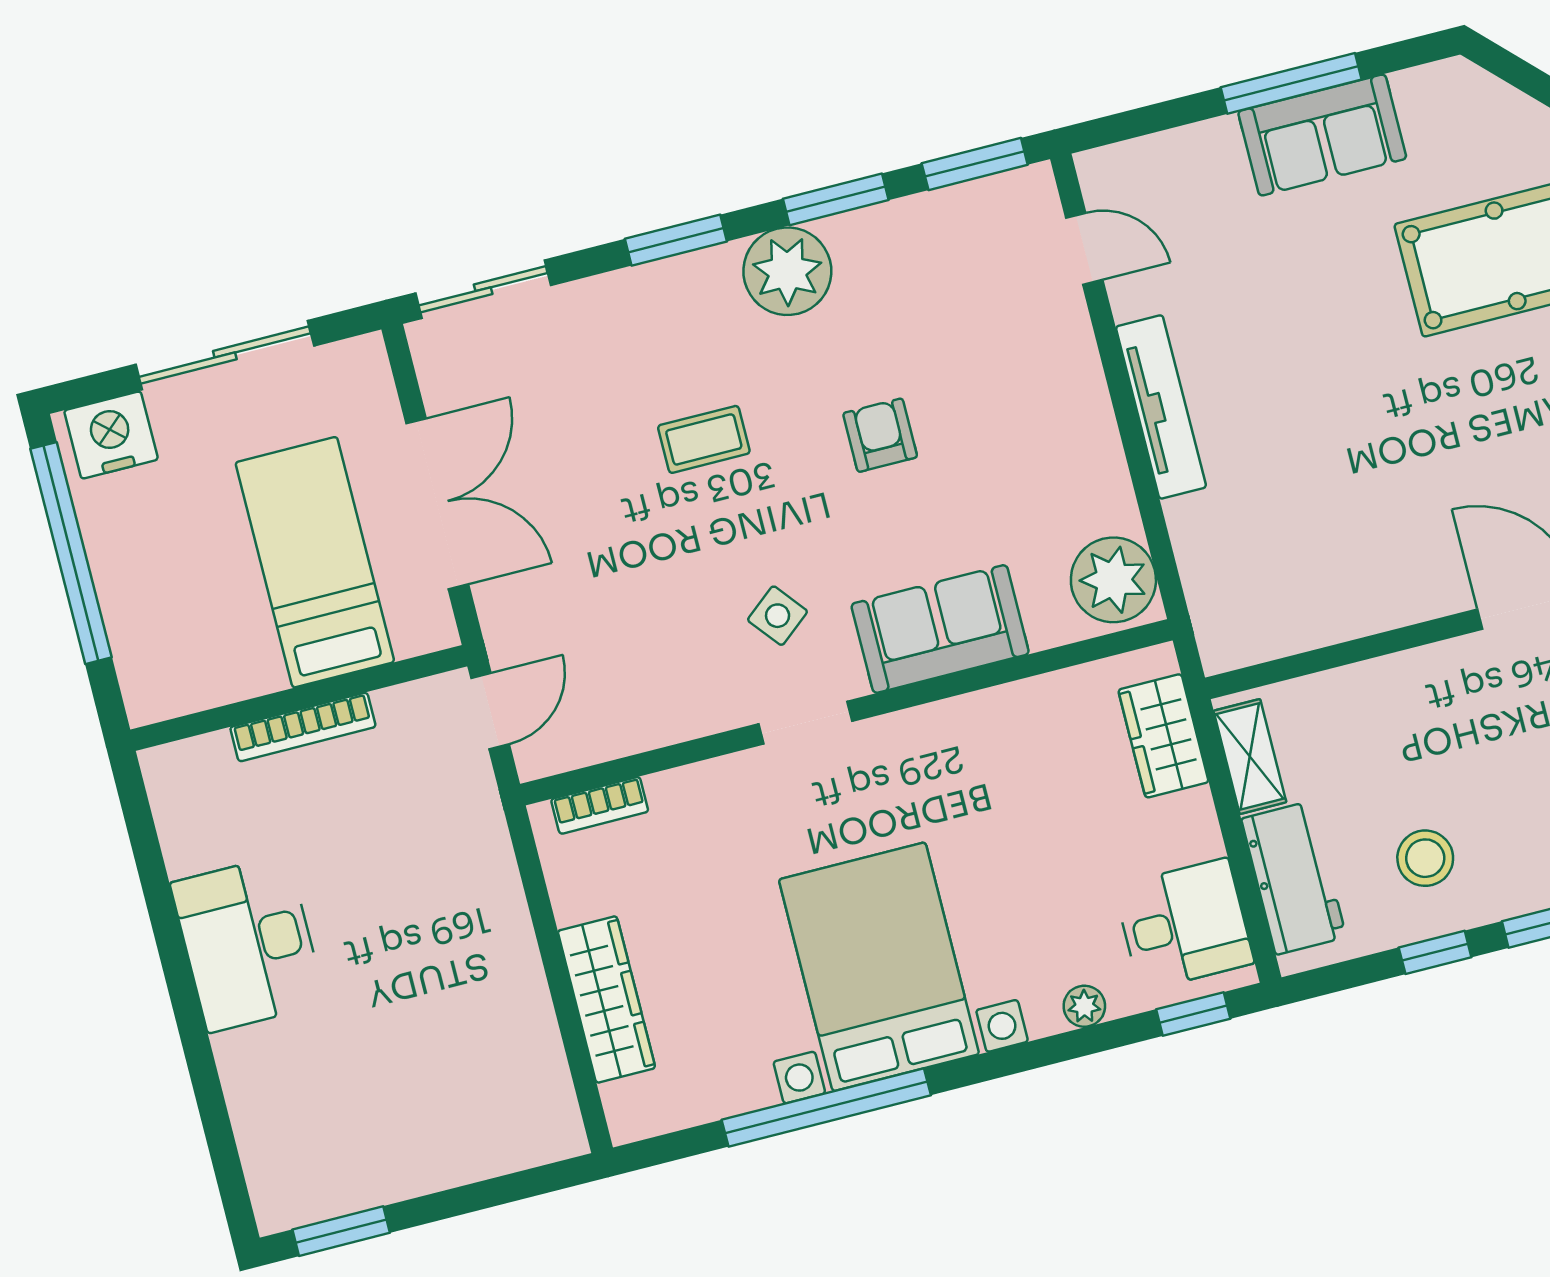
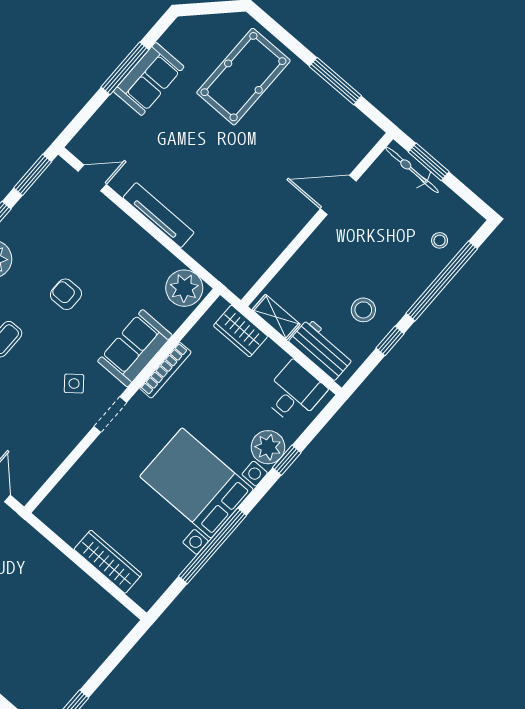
bookcase: (600, 805) -> (165, 370), moved, width x1.56
plant: (1084, 1006) -> (268, 447), width x1.88, depth x1.88
window: (1193, 1014) -> (287, 460), moved

